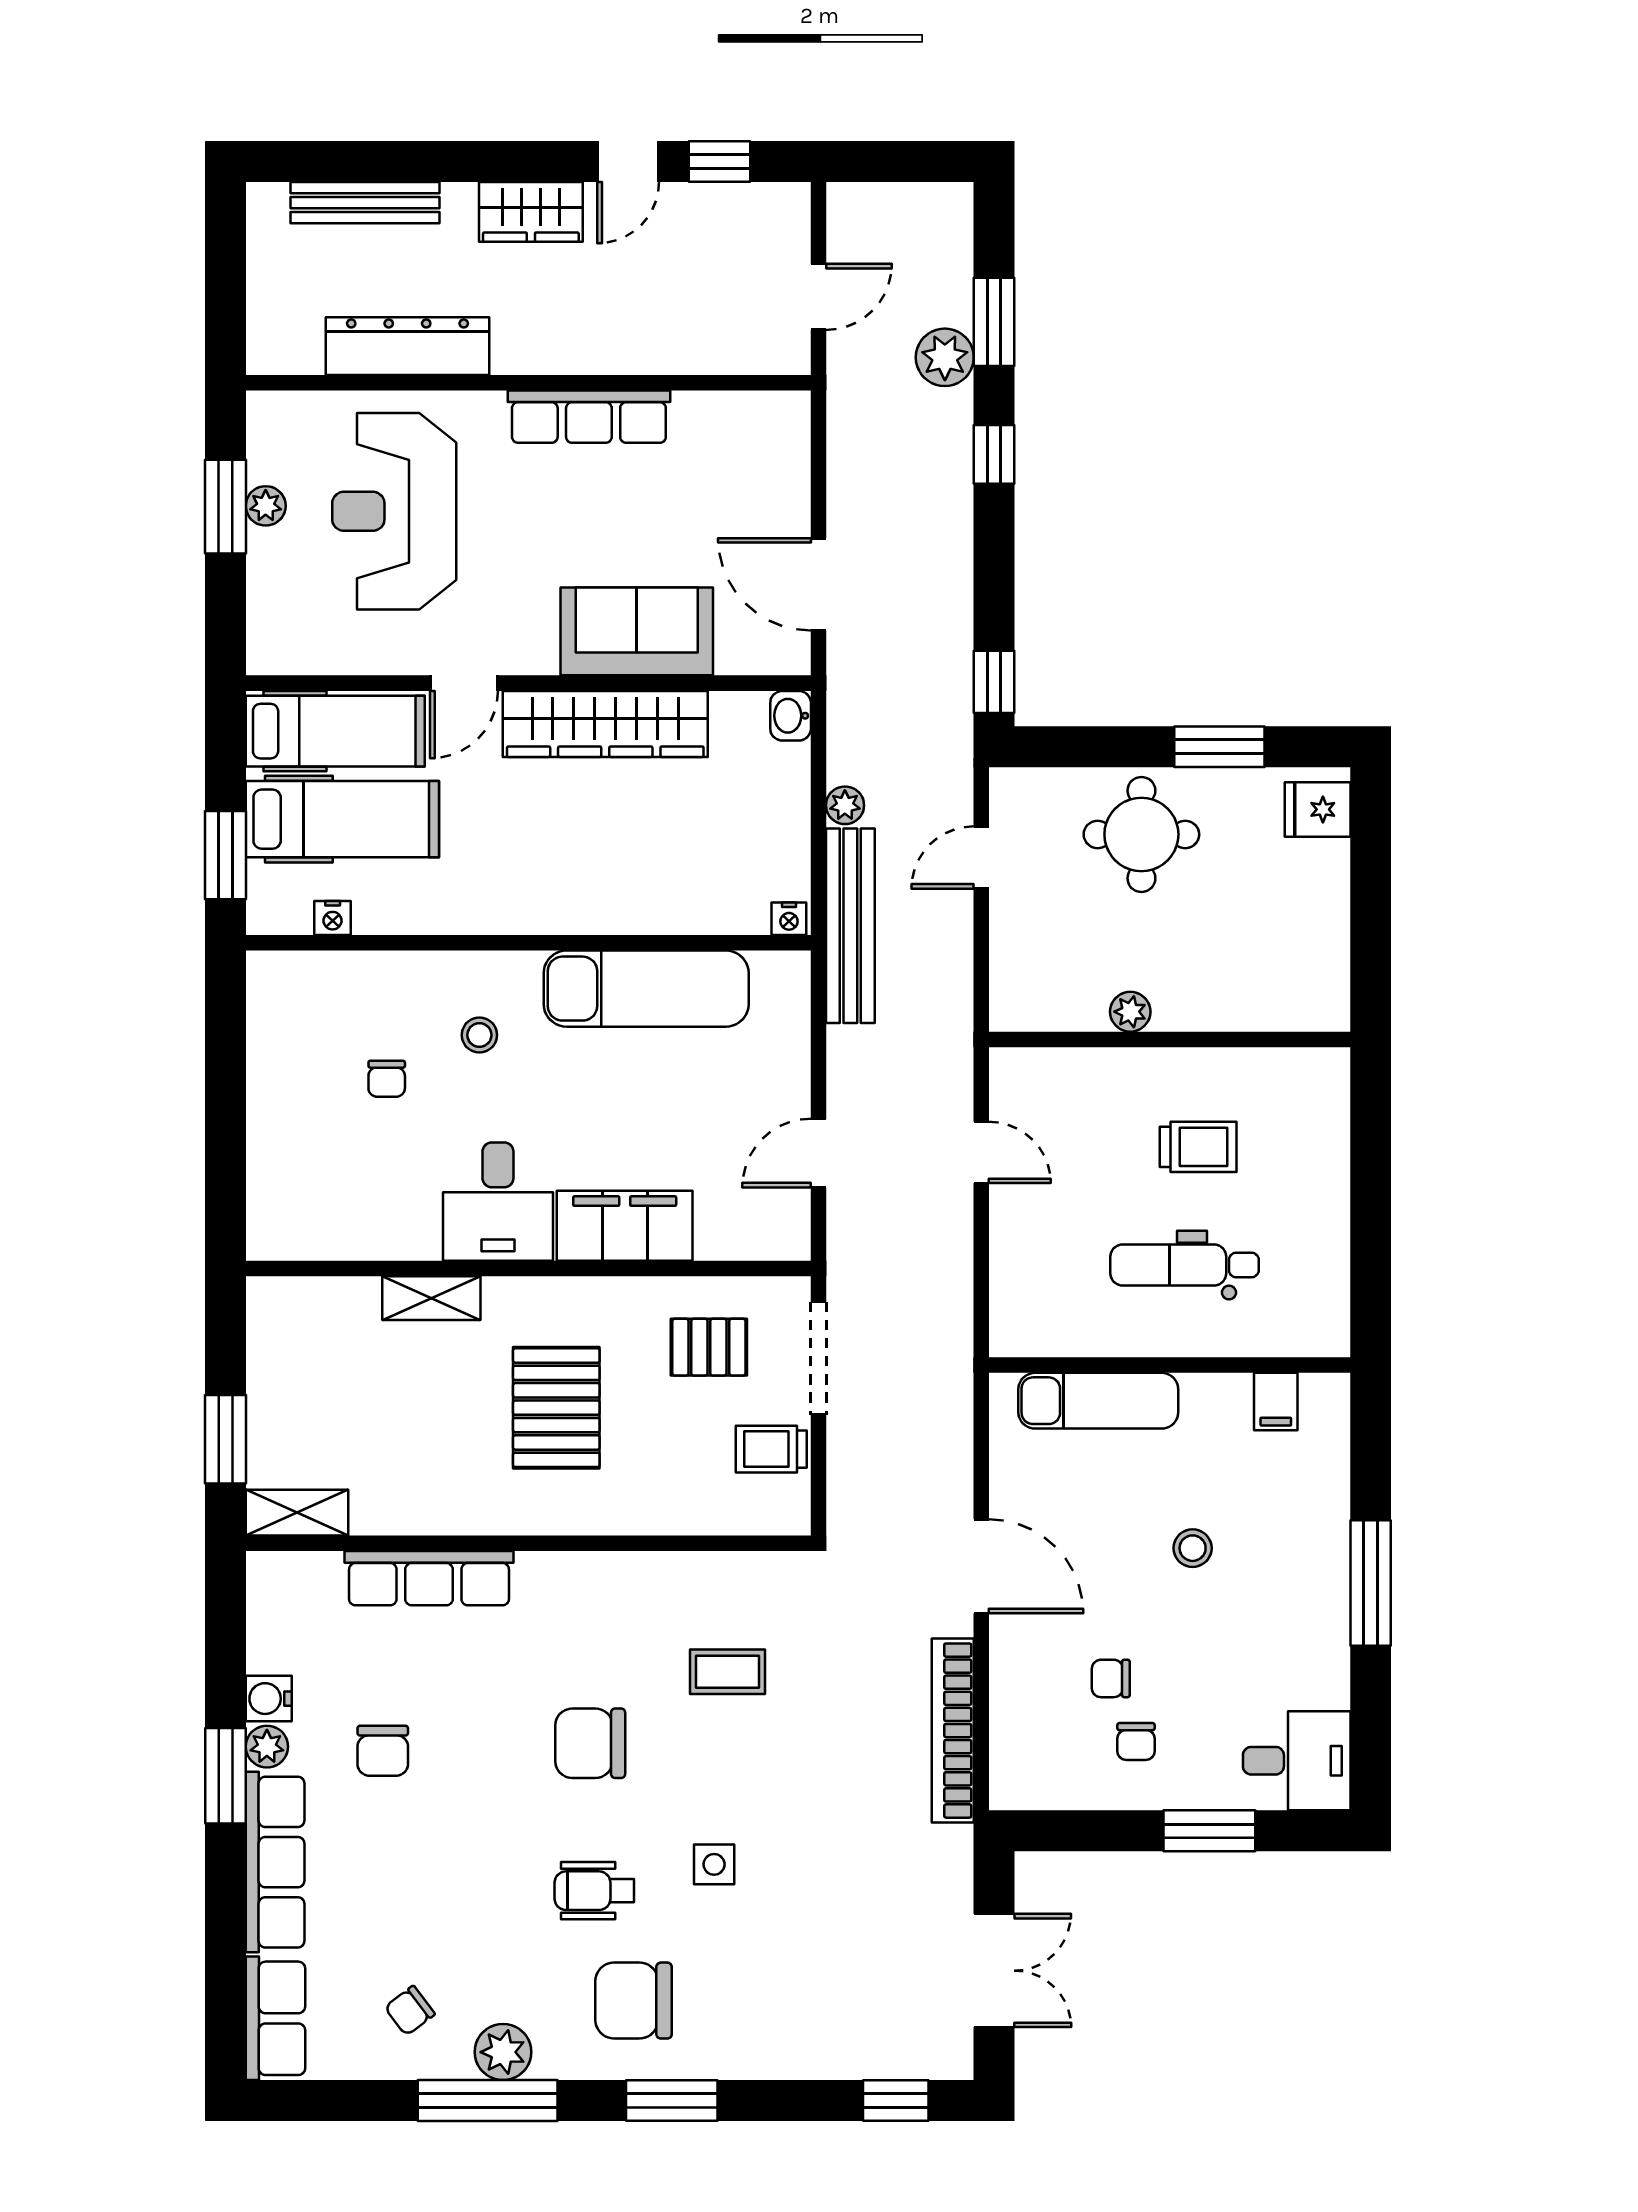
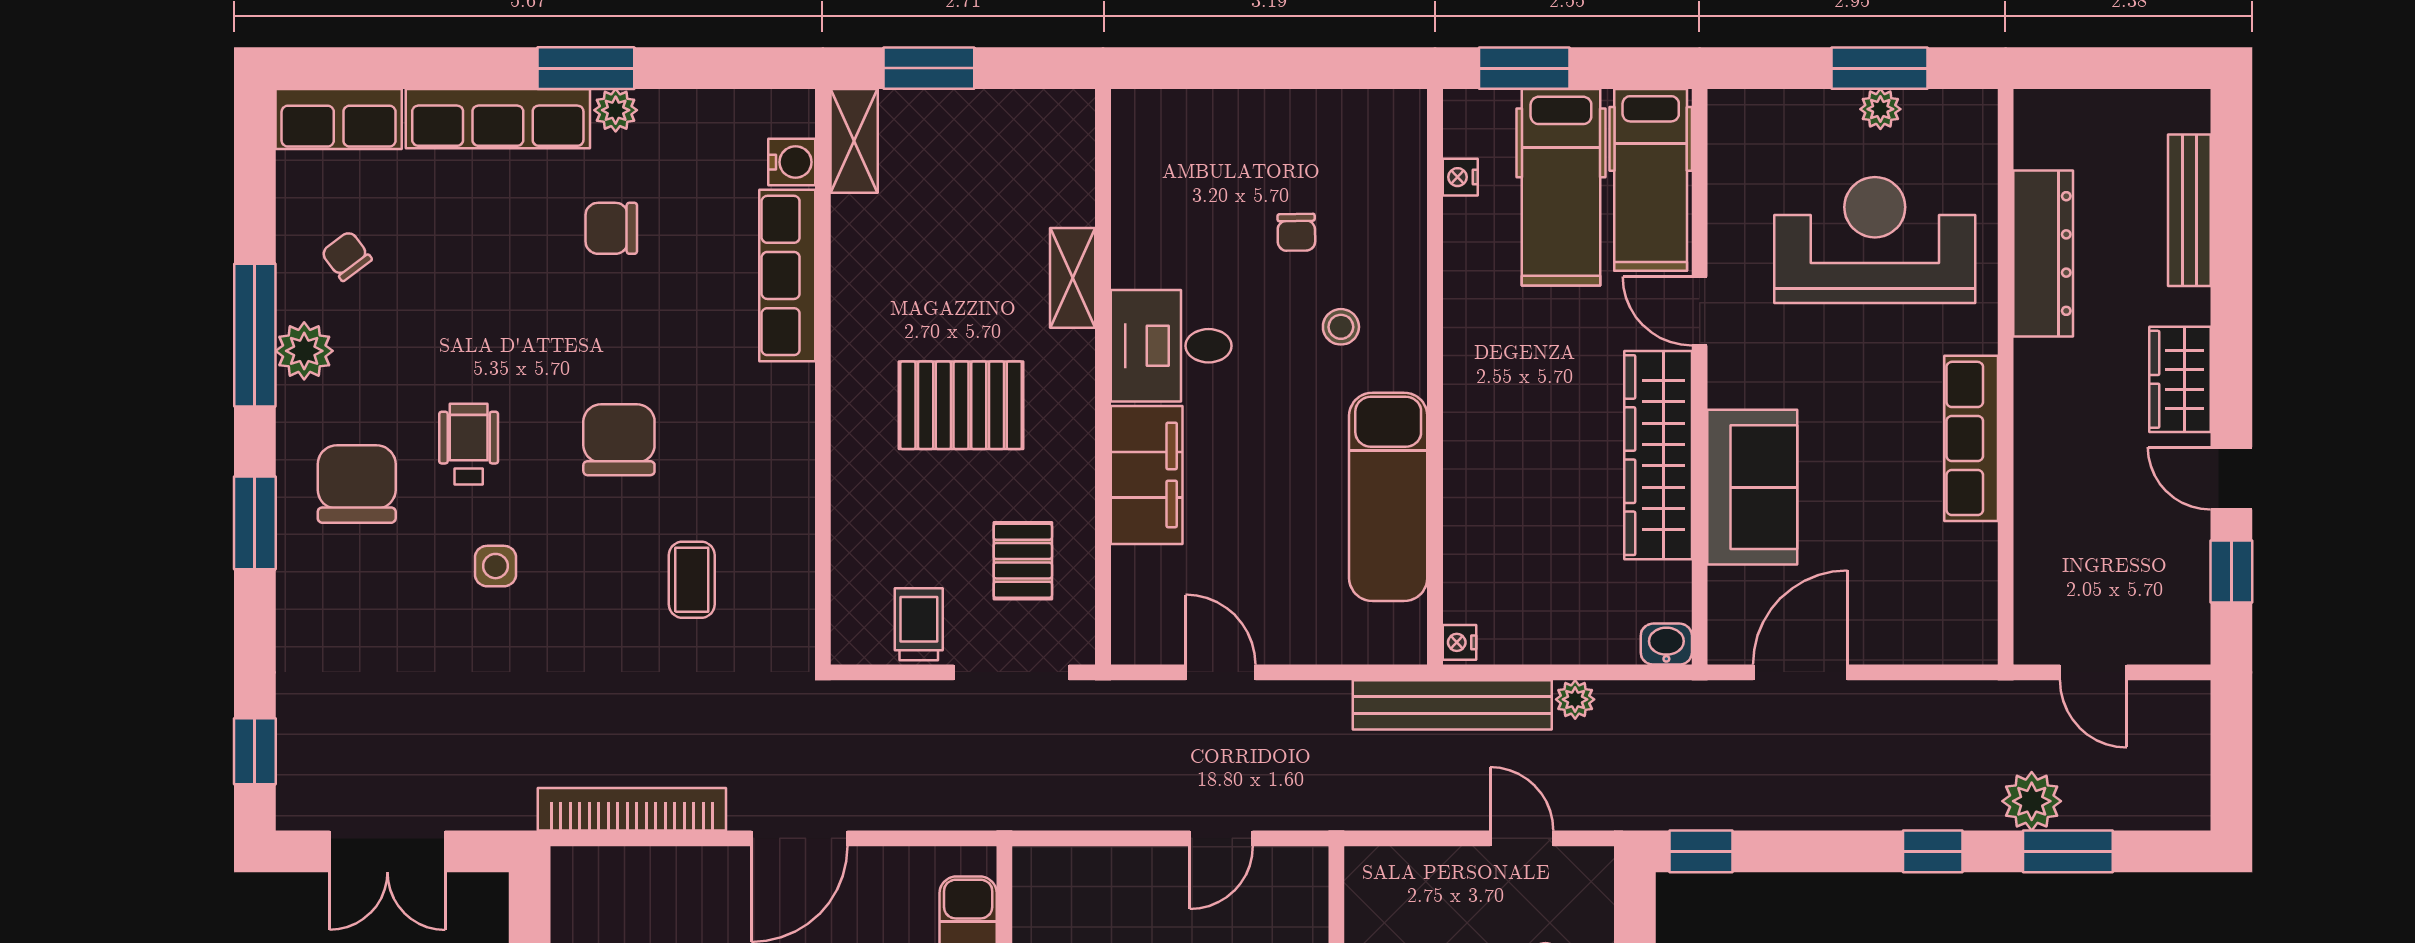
chair: (387, 1079) -> (1296, 232), turned -91
water cooler: (269, 1699) -> (792, 162), moved, turned 90

